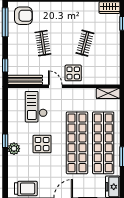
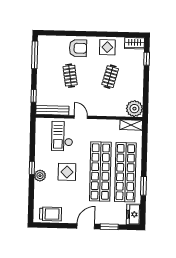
armchair: (23, 16) -> (78, 48), moved
display table: (73, 73) -> (107, 47), moved
plant: (111, 76) -> (134, 109), added

